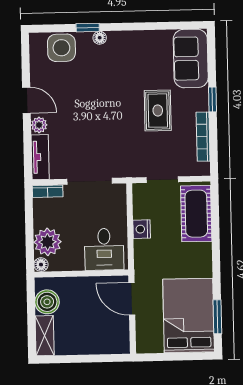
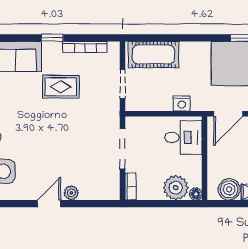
tv unit: (40, 157) -> (100, 193), removed
nightstand: (142, 229) -> (182, 104), moved

